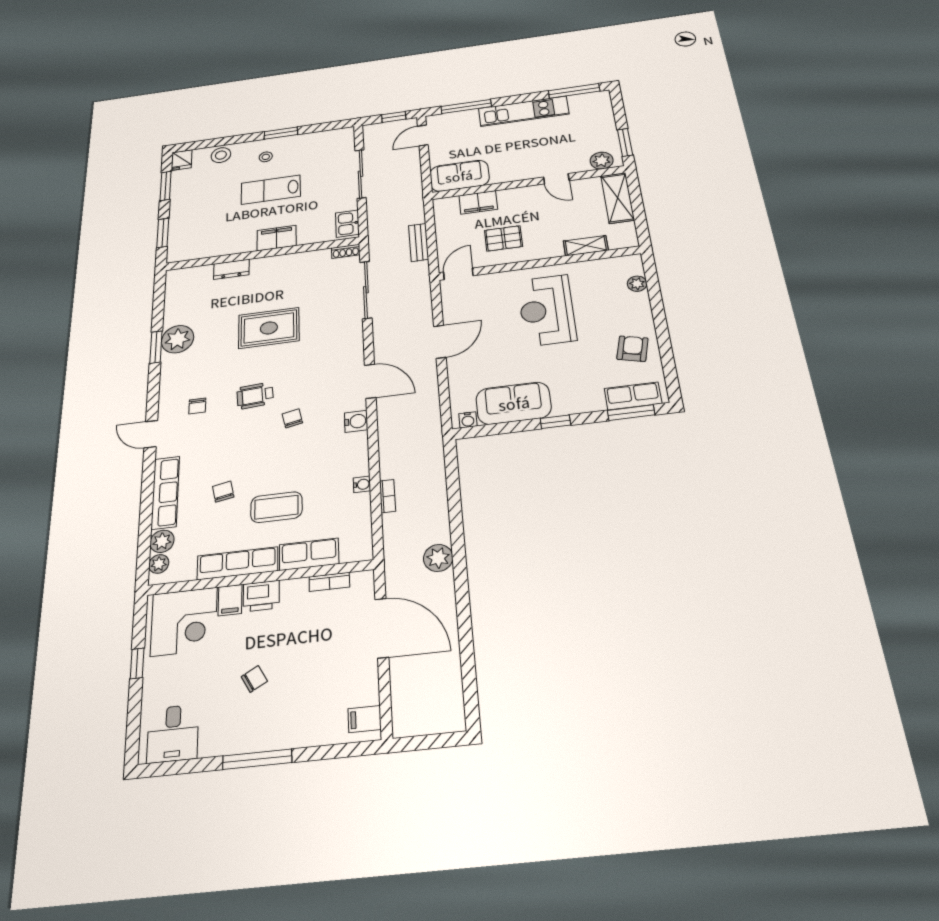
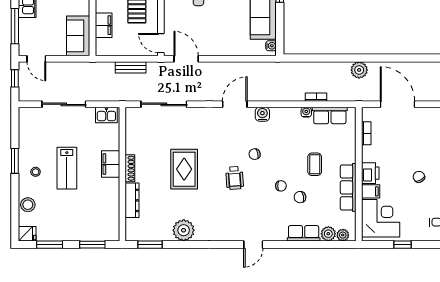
shoe rack: (346, 251) -> (130, 168), moved, width x1.43
dresser: (231, 269) -> (132, 200), width x1.44
door: (440, 342) -> (186, 59), moved
window: (156, 347) -> (150, 245), moved
chair: (197, 406) -> (281, 186), moved
row of seats: (165, 493) -> (304, 233), width x0.68
coffee table: (276, 507) -> (315, 164), width x0.73, depth x0.77
row of seats: (309, 554) -> (330, 115), moved, turned -90
door: (382, 628) -> (397, 104), hinge flipped

